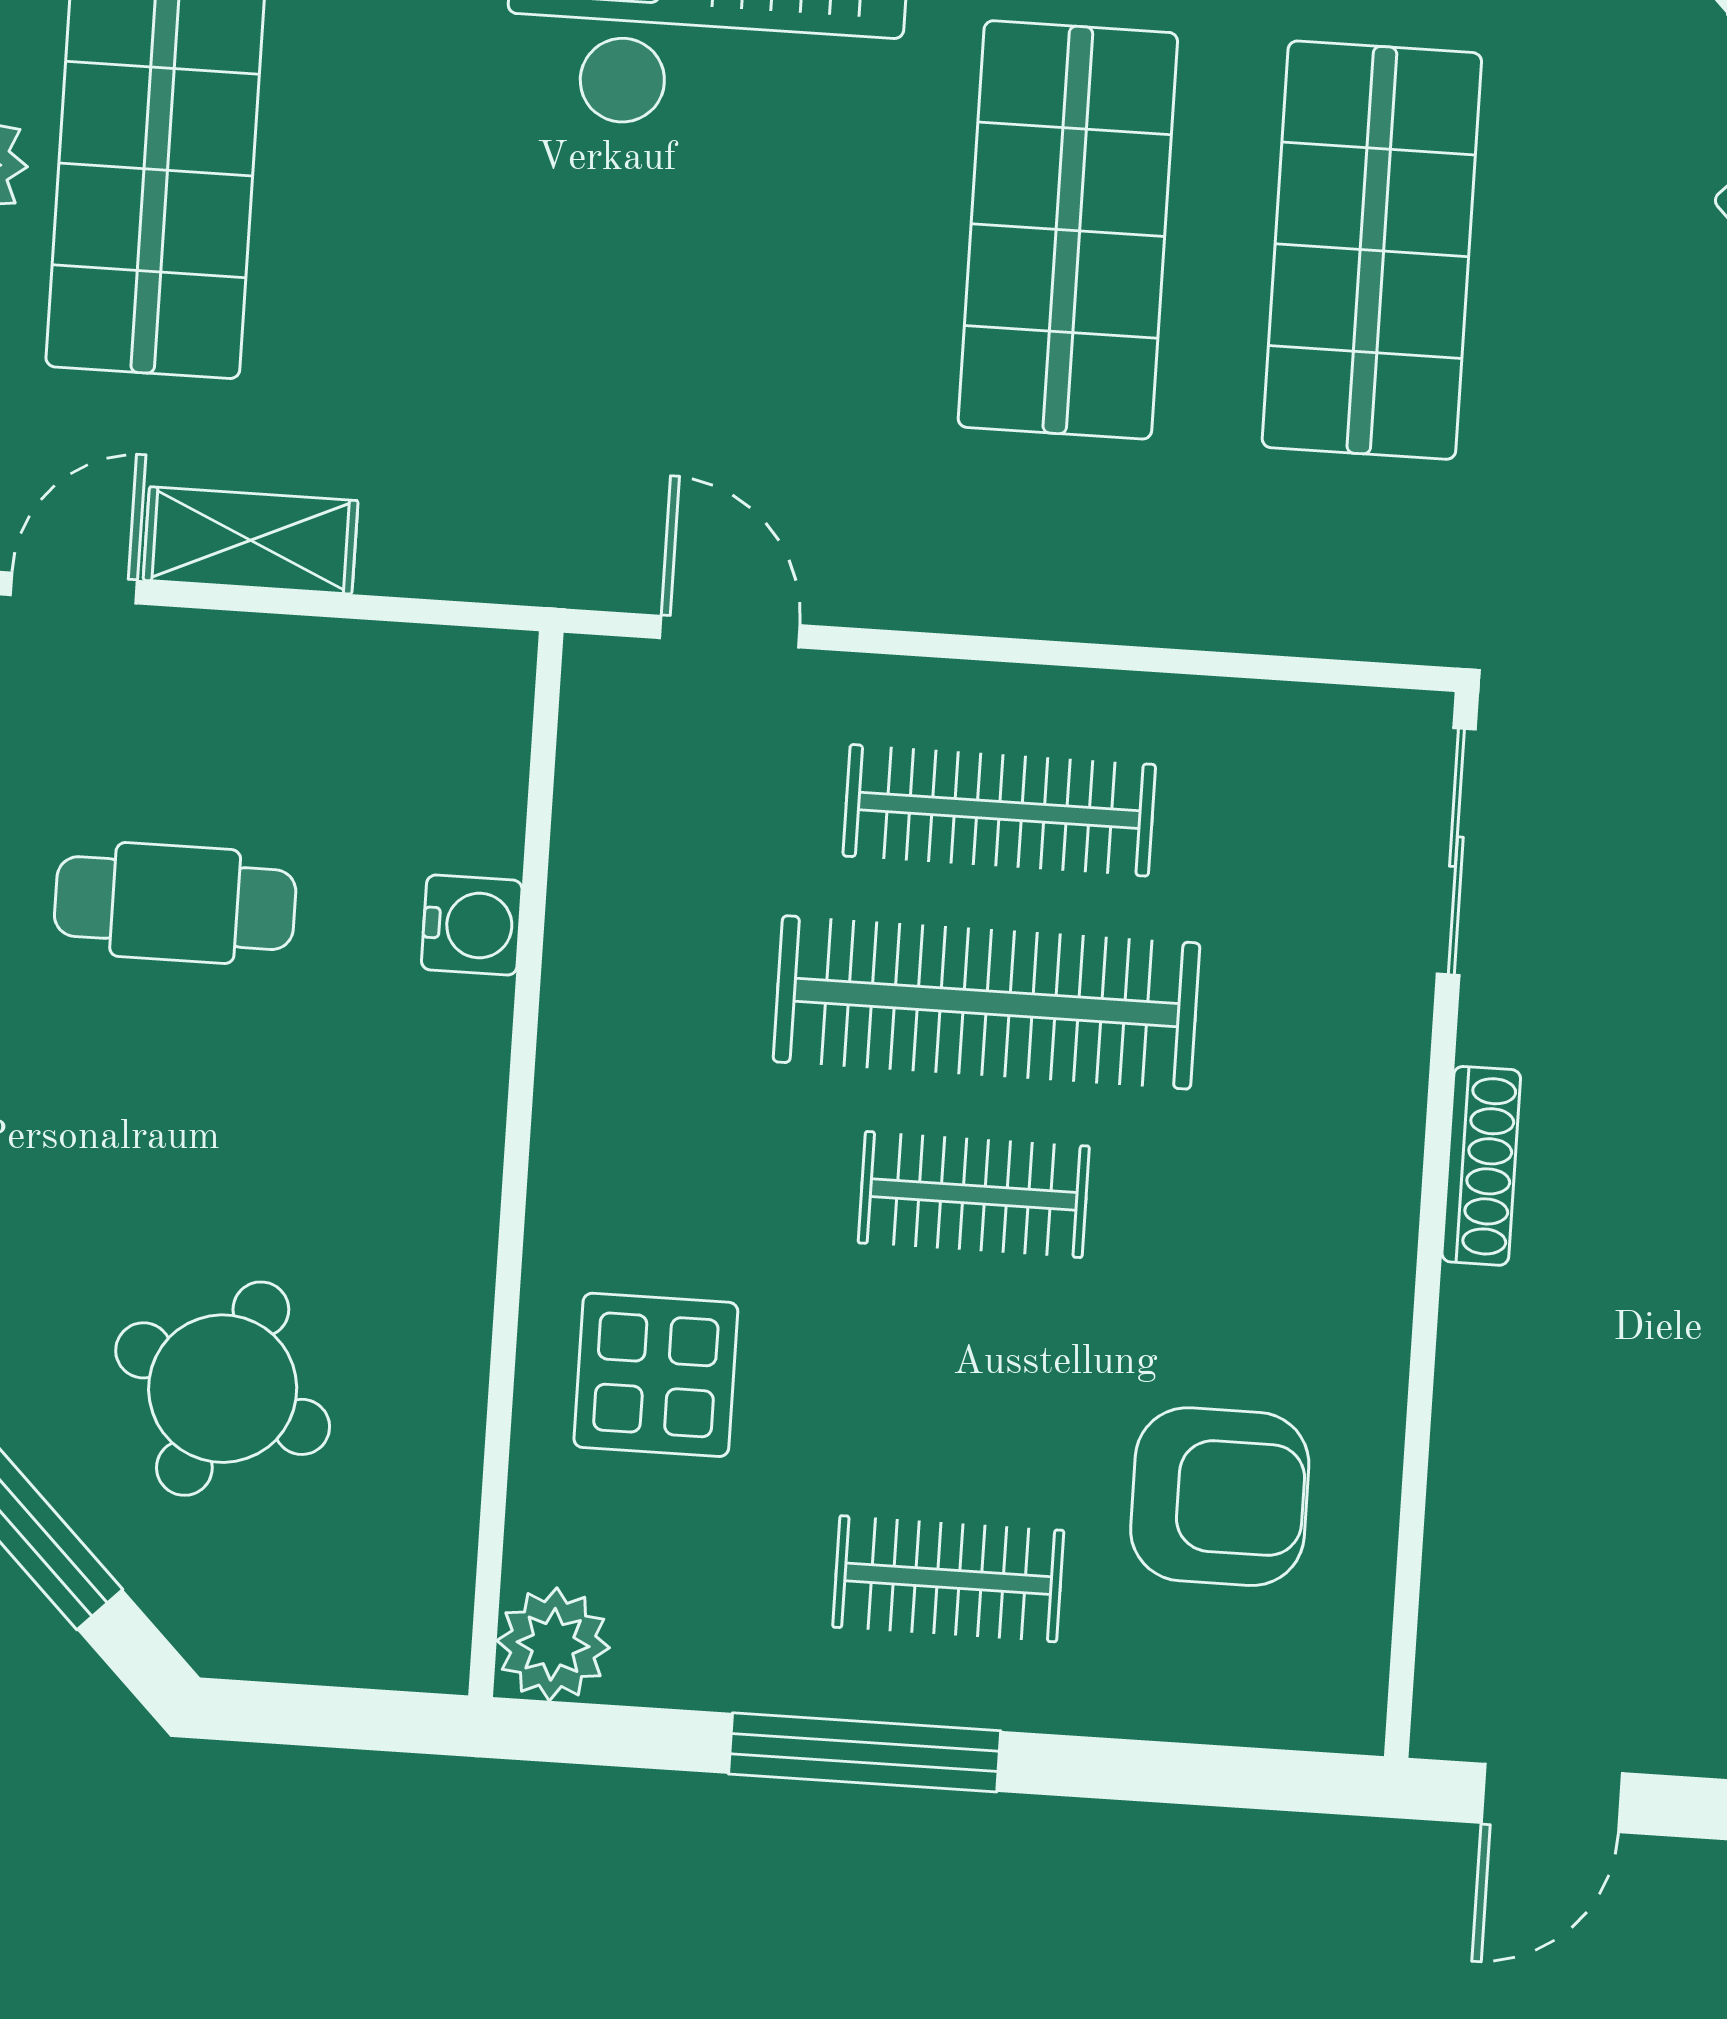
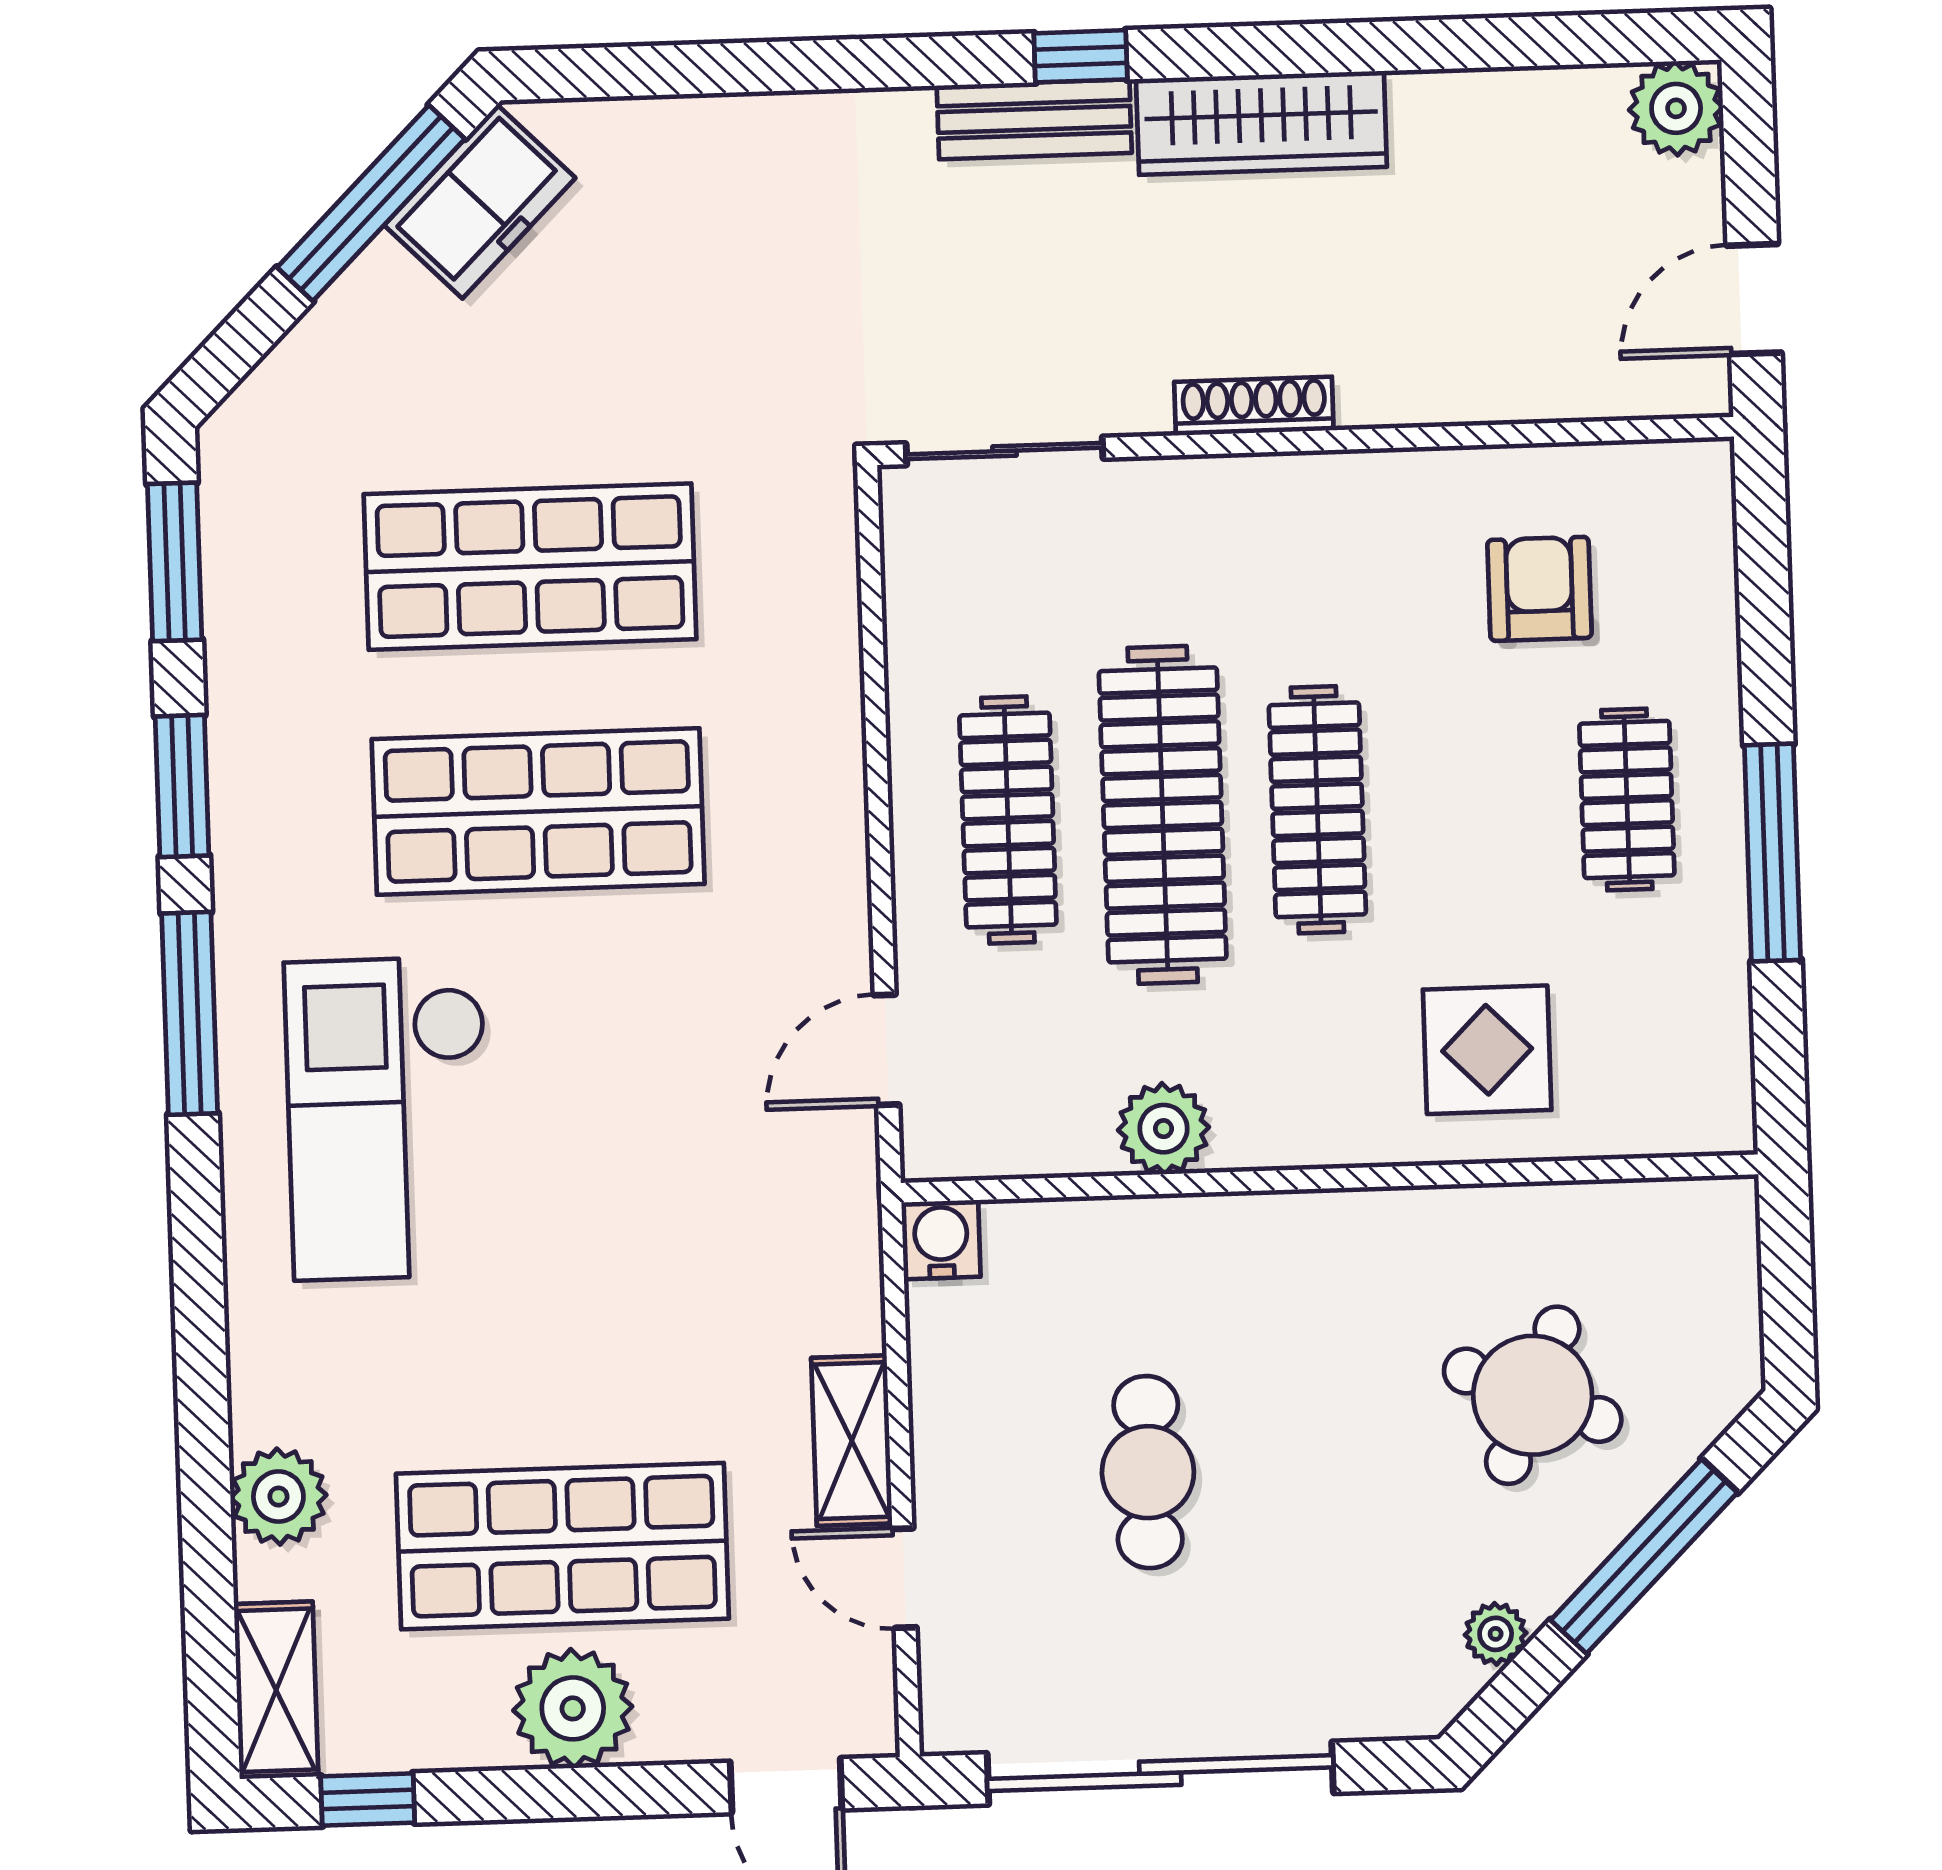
water cooler: (472, 925) -> (941, 1240), moved
clothes rail: (974, 1195) -> (1317, 810), width x1.36
armchair: (1220, 1497) -> (1539, 589), width x0.72, depth x0.72
plant: (553, 1644) -> (1163, 1129), moved
door: (1552, 1798) -> (1754, 299), swing flipped

